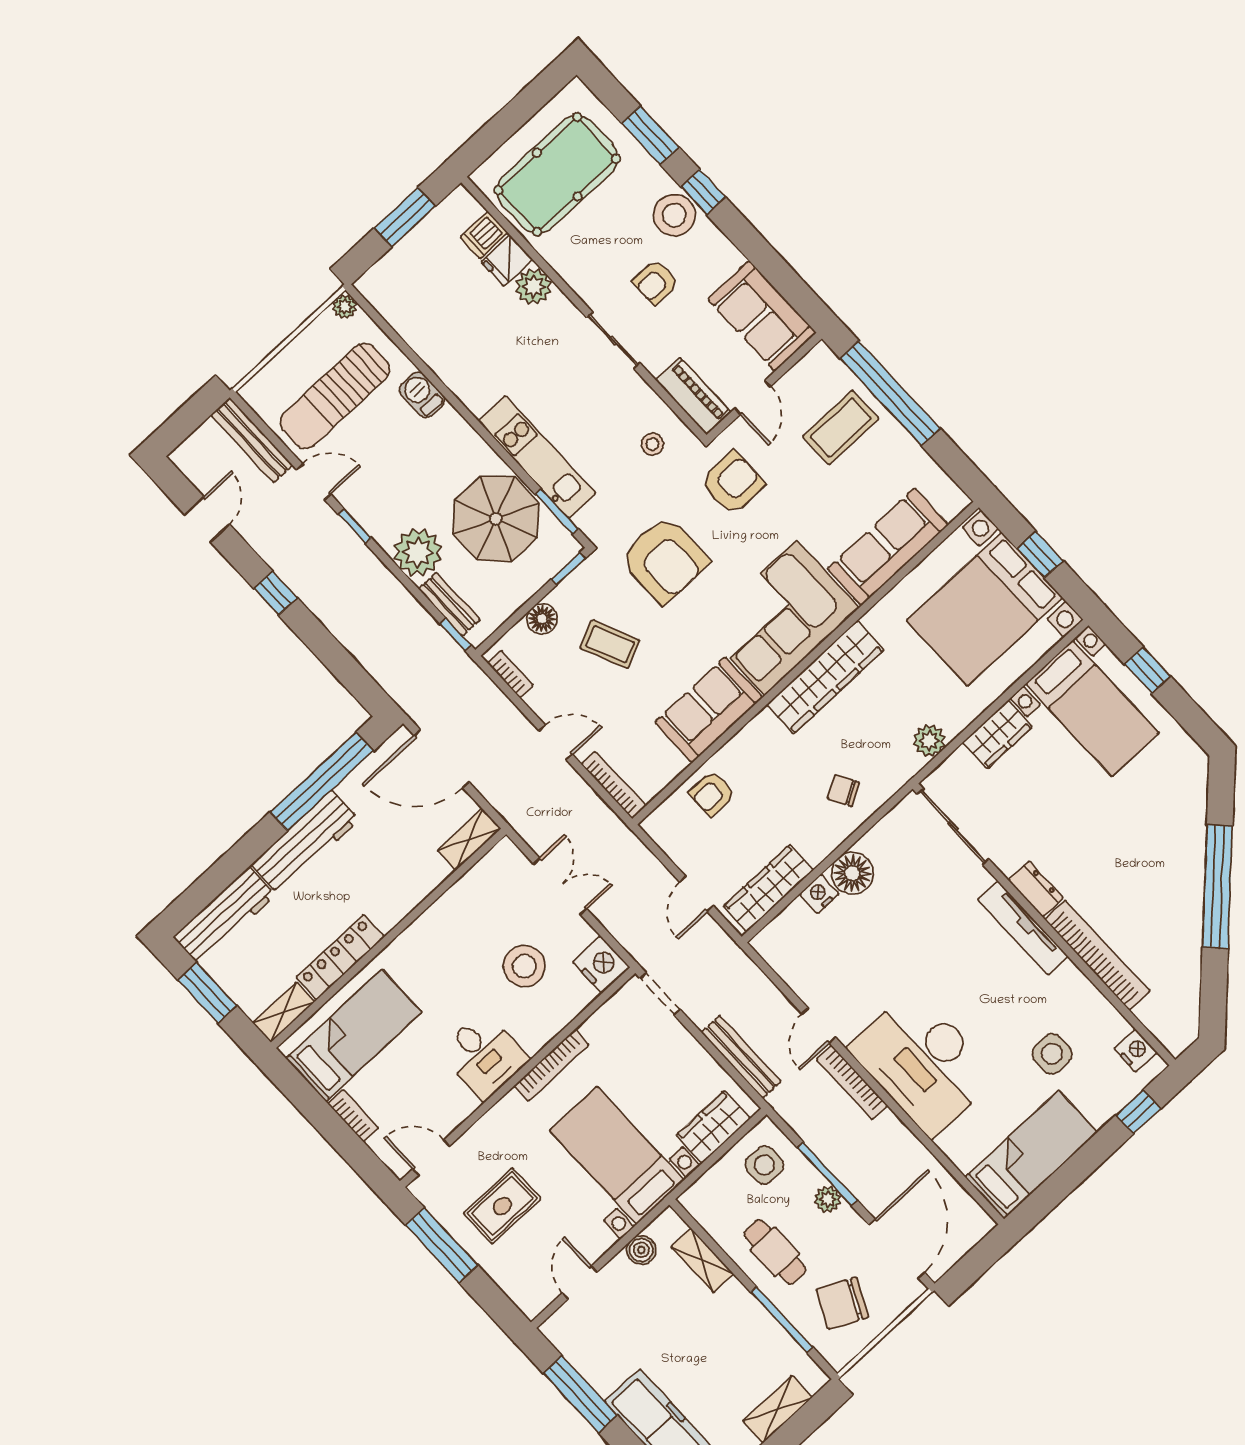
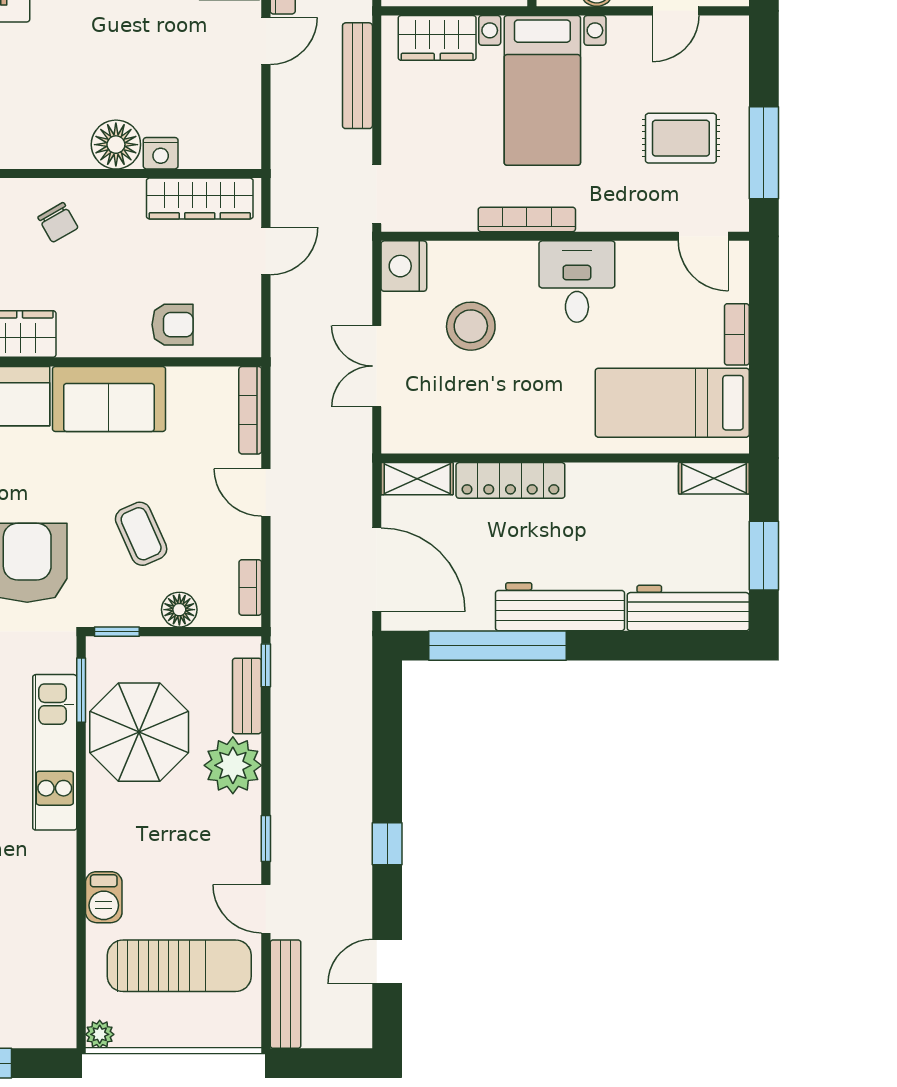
locker: (340, 957) -> (510, 480), moved

